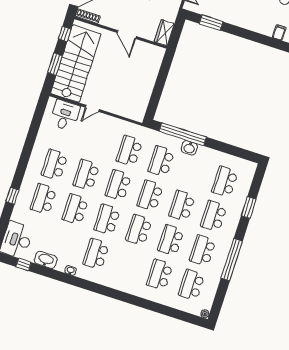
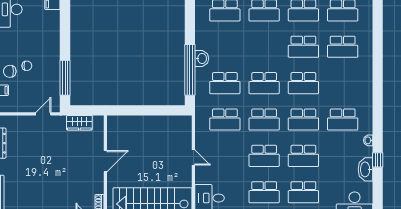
window: (211, 23) -> (65, 78), width x1.44
wardrobe: (164, 33) -> (79, 123), moved
door: (92, 108) -> (193, 157), moved
school desk: (182, 206) -> (264, 47), removed
window: (23, 264) -> (378, 160), moved

